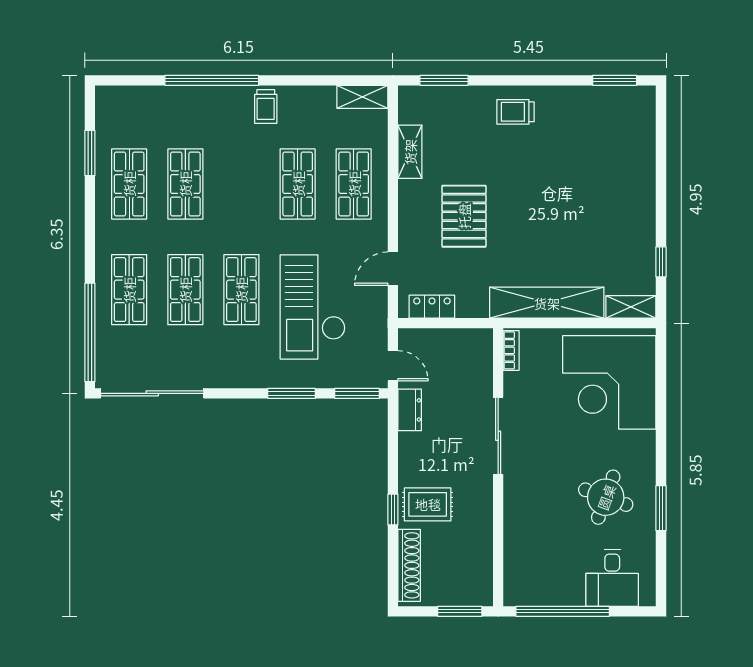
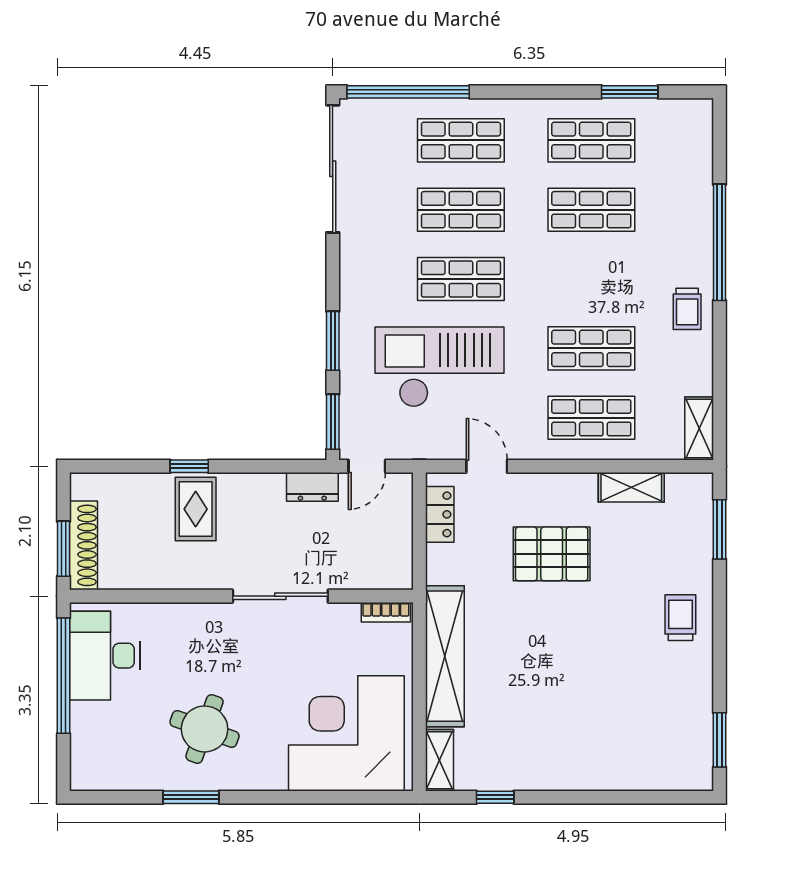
trolley: (266, 106) -> (687, 309), turned -90
shoe rack: (409, 565) -> (84, 545), moved, turned -90
desk: (612, 578) -> (105, 656), moved, width x1.37

